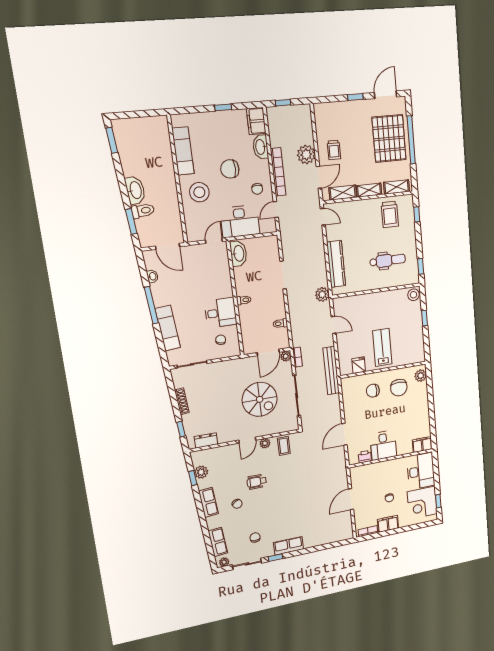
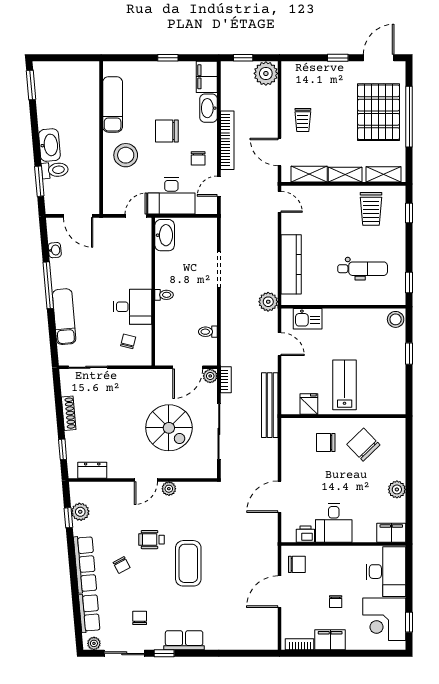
plant: (306, 155) -> (266, 73), moved
door: (319, 177) -> (279, 152), swing flipped
kitchen sink: (352, 303) -> (308, 319), added
plant: (421, 376) -> (397, 489), moved
chair: (399, 388) -> (363, 445), turned 136
coffee table: (284, 446) -> (188, 563), moved, width x1.86, depth x1.72
chair: (361, 478) -> (297, 564), added
row of seats: (208, 502) -> (85, 564), width x1.48

